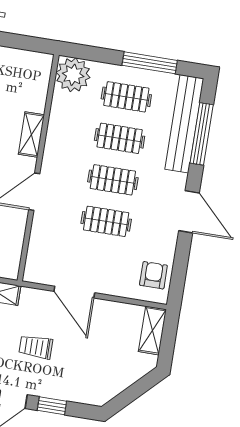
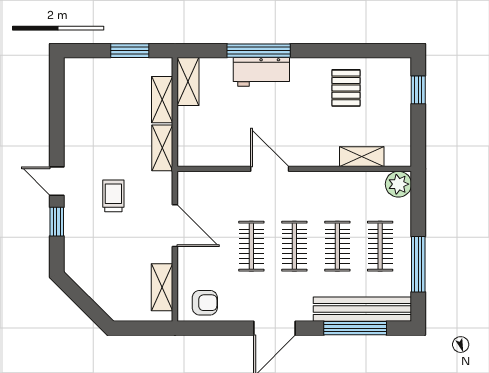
plant: (73, 75) -> (398, 184), width x0.73, depth x0.73
shelving: (31, 135) -> (362, 157), moved
door: (74, 292) -> (175, 226), swing flipped
shelving: (152, 330) -> (162, 287), moved, turned 90

